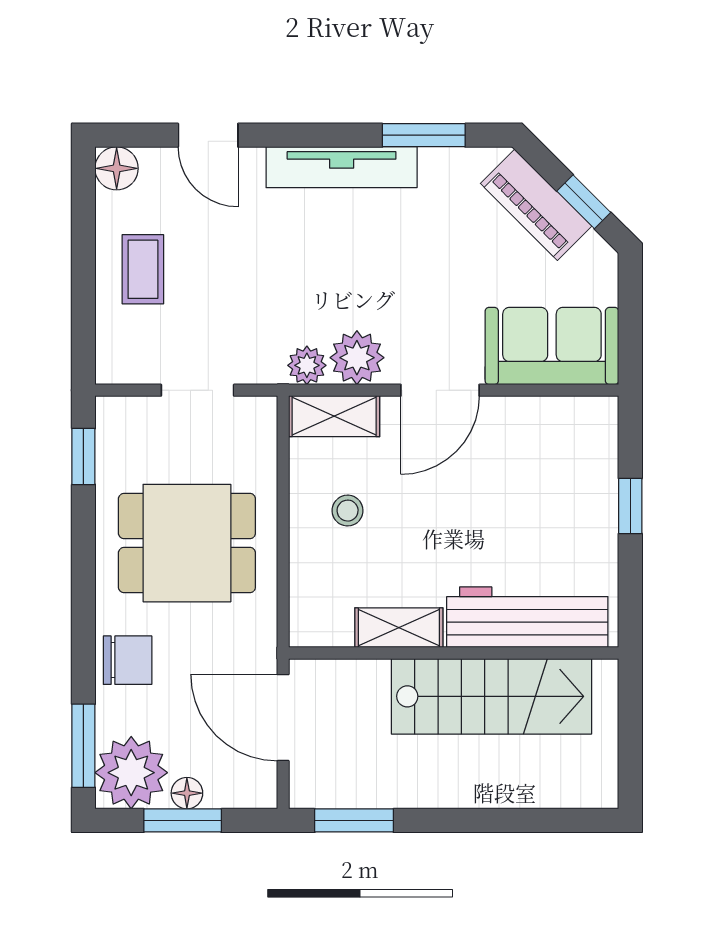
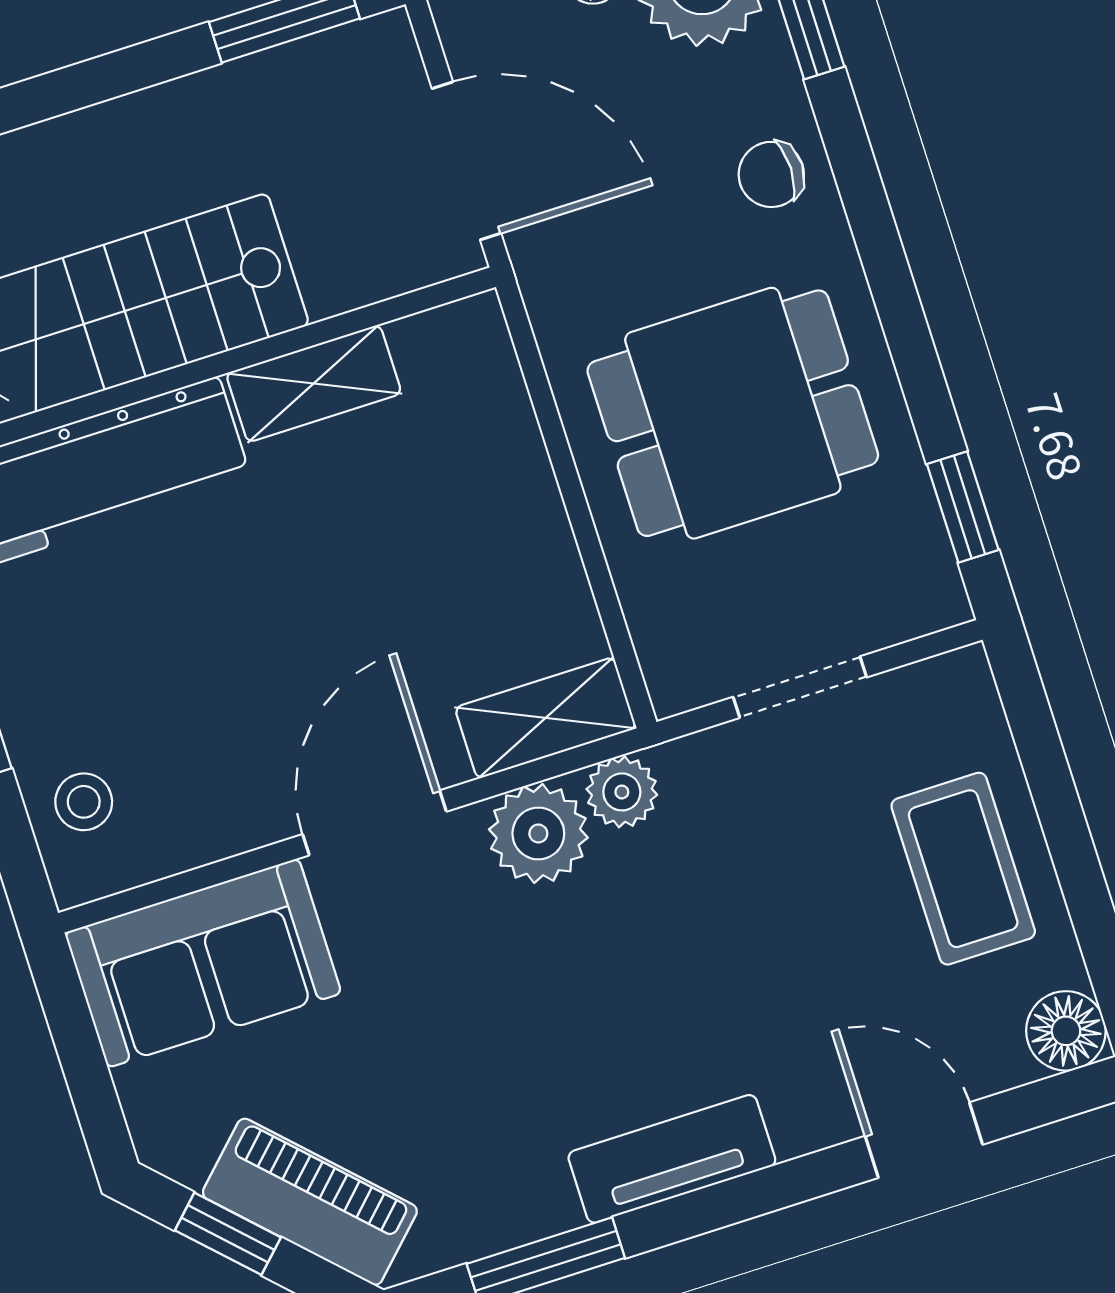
tv unit: (342, 167) -> (672, 1159), width x0.71
coffee table: (143, 269) -> (963, 869), width x1.36, depth x1.30
stool: (348, 511) -> (84, 802), moved
chair: (128, 660) -> (771, 174), width x0.73, depth x0.73

